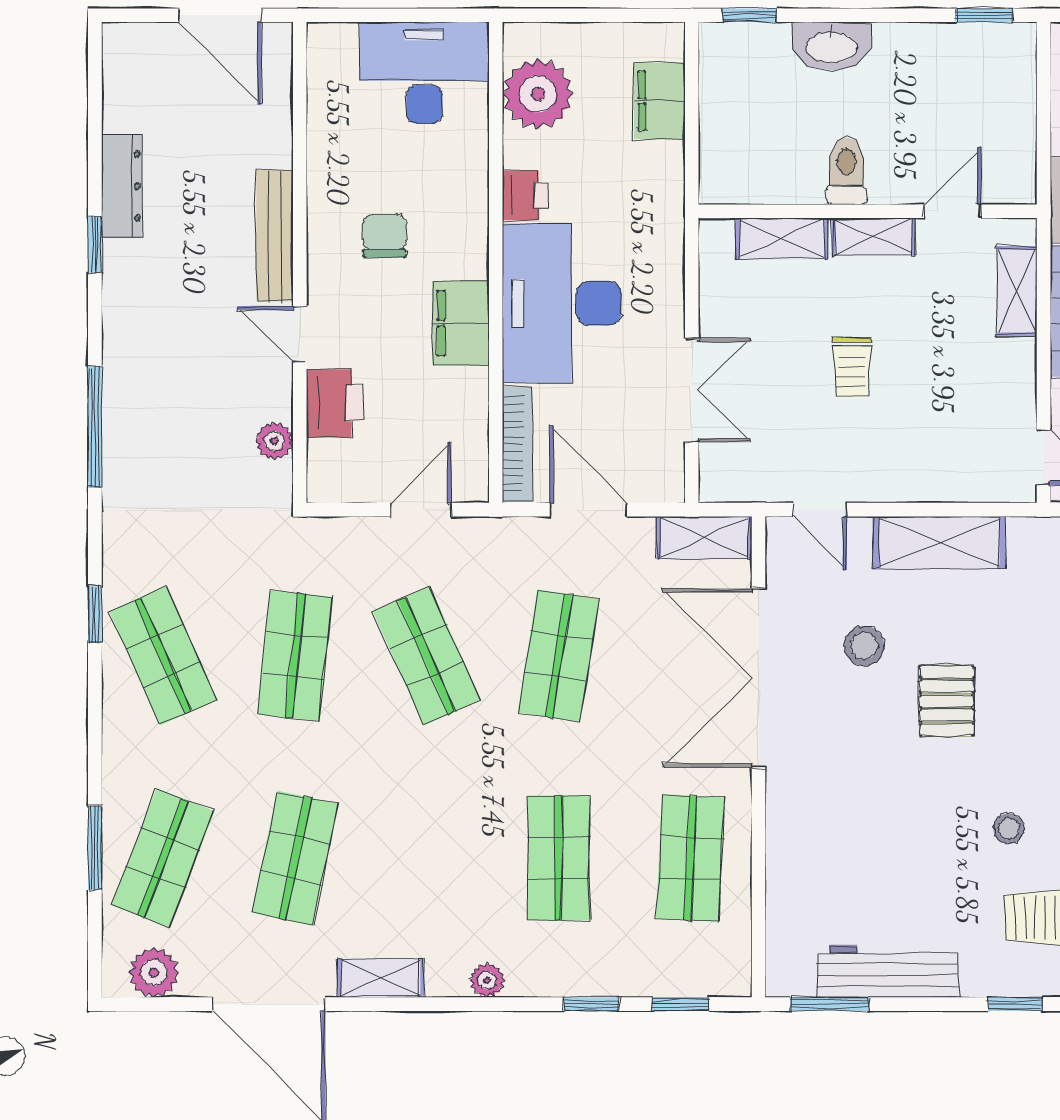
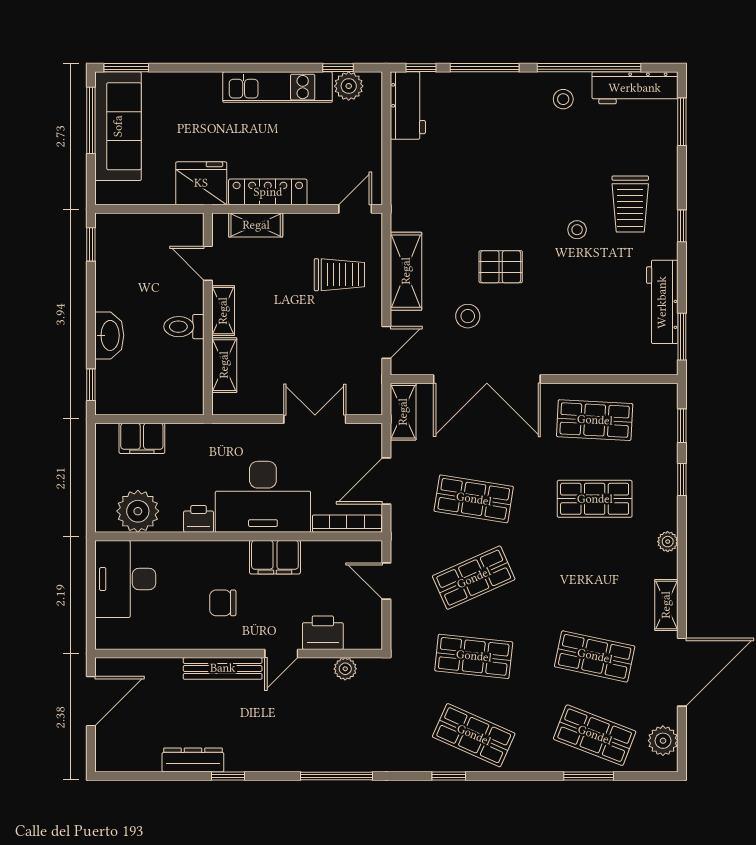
trolley: (852, 367) -> (339, 275), moved, width x1.36, depth x1.39
shop shelf: (163, 656) -> (474, 735), turned 48

